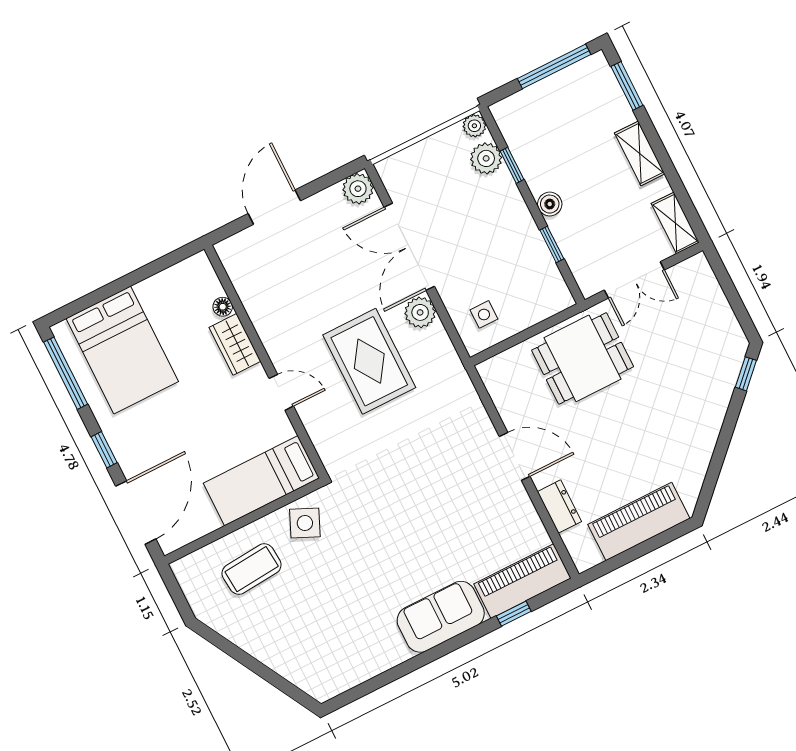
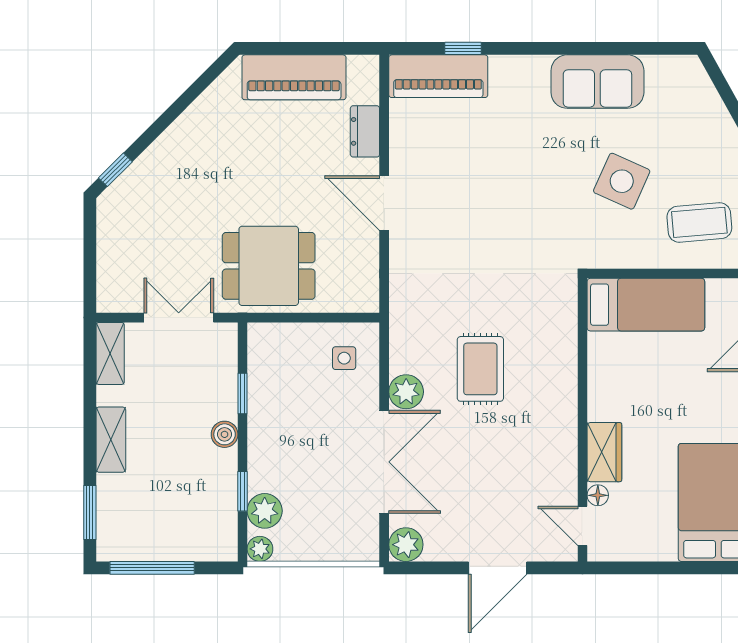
rug: (369, 361) -> (480, 369), width x0.73, depth x0.70
door: (281, 392) -> (582, 526), moved
side table: (305, 523) -> (622, 181), moved, width x1.37, depth x1.37
sofa: (441, 617) -> (597, 82), moved

